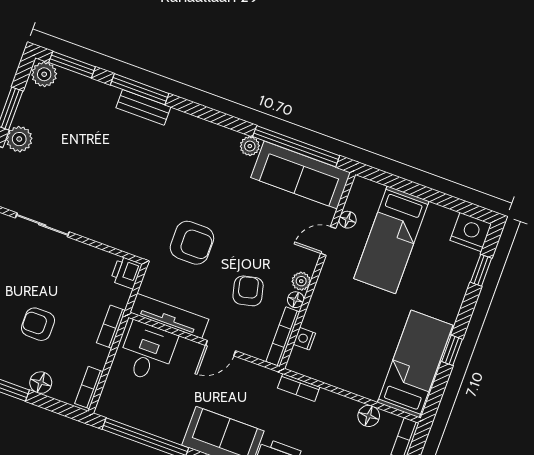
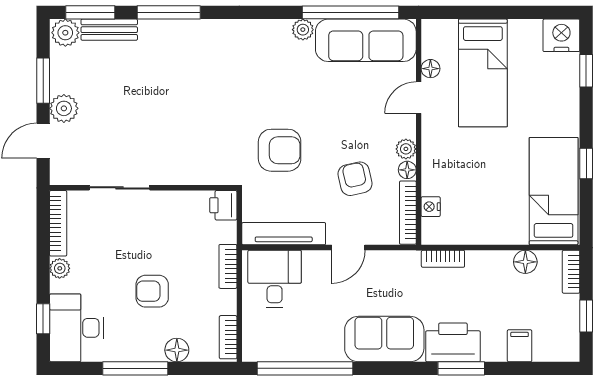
bench: (143, 107) -> (109, 30), moved

